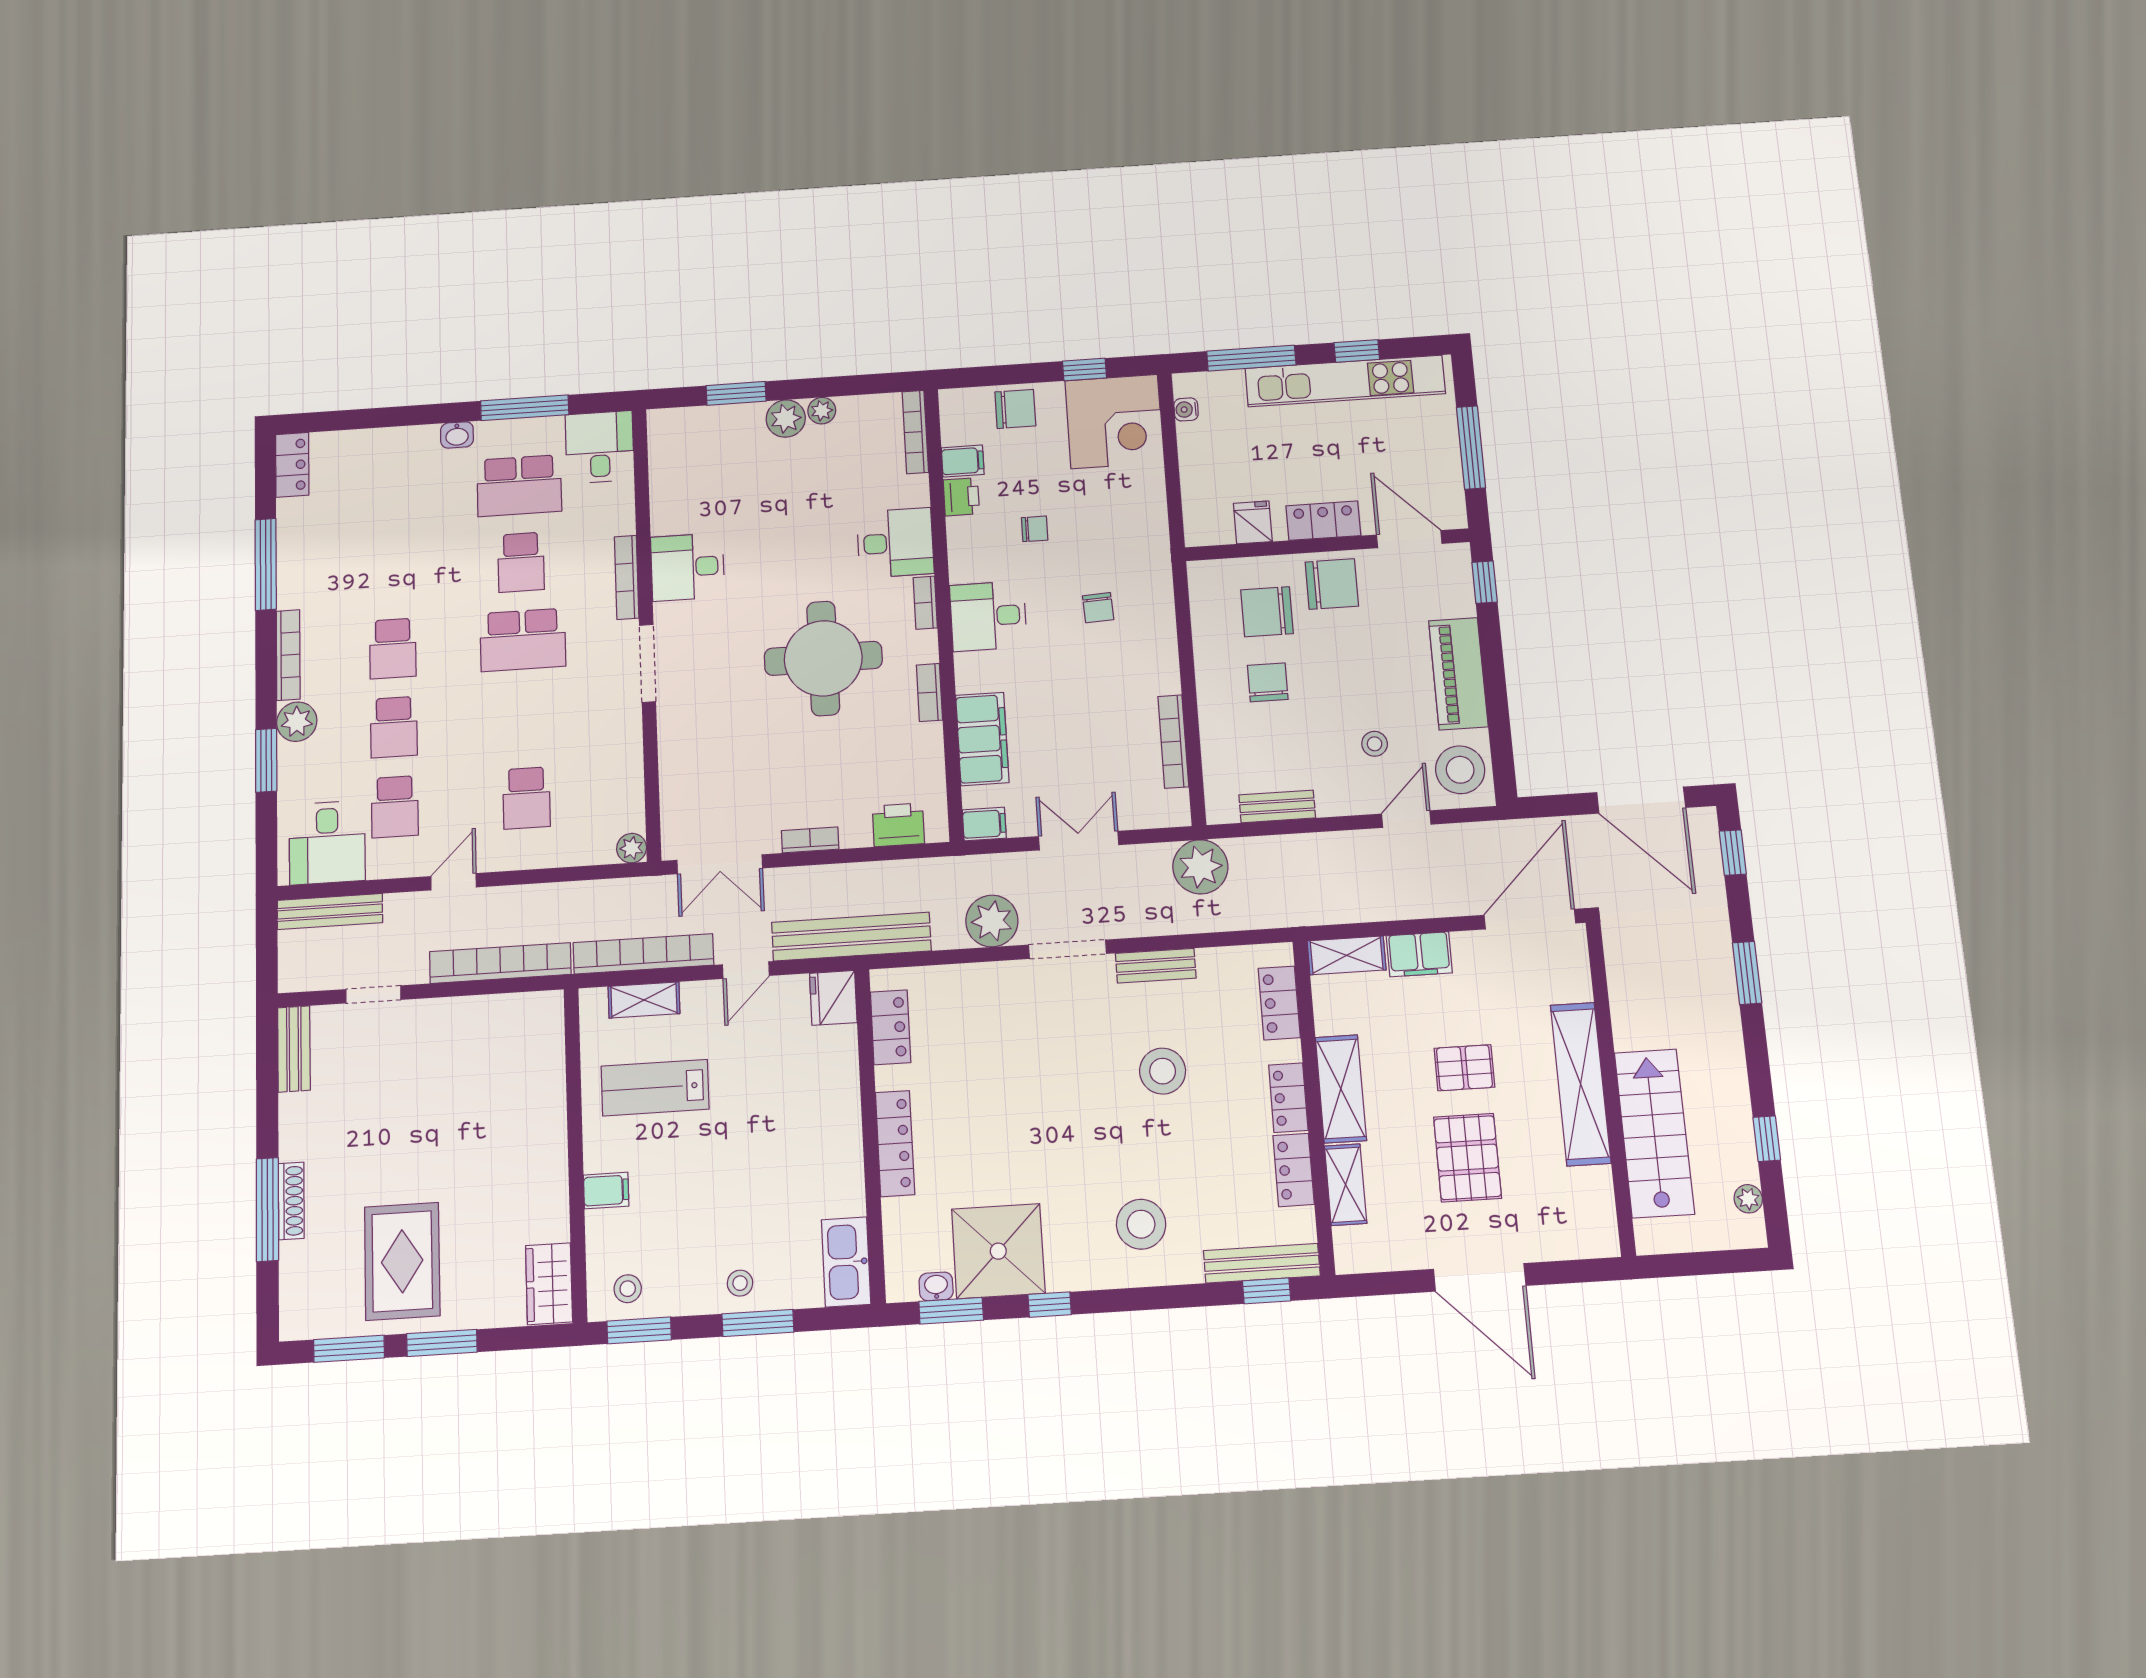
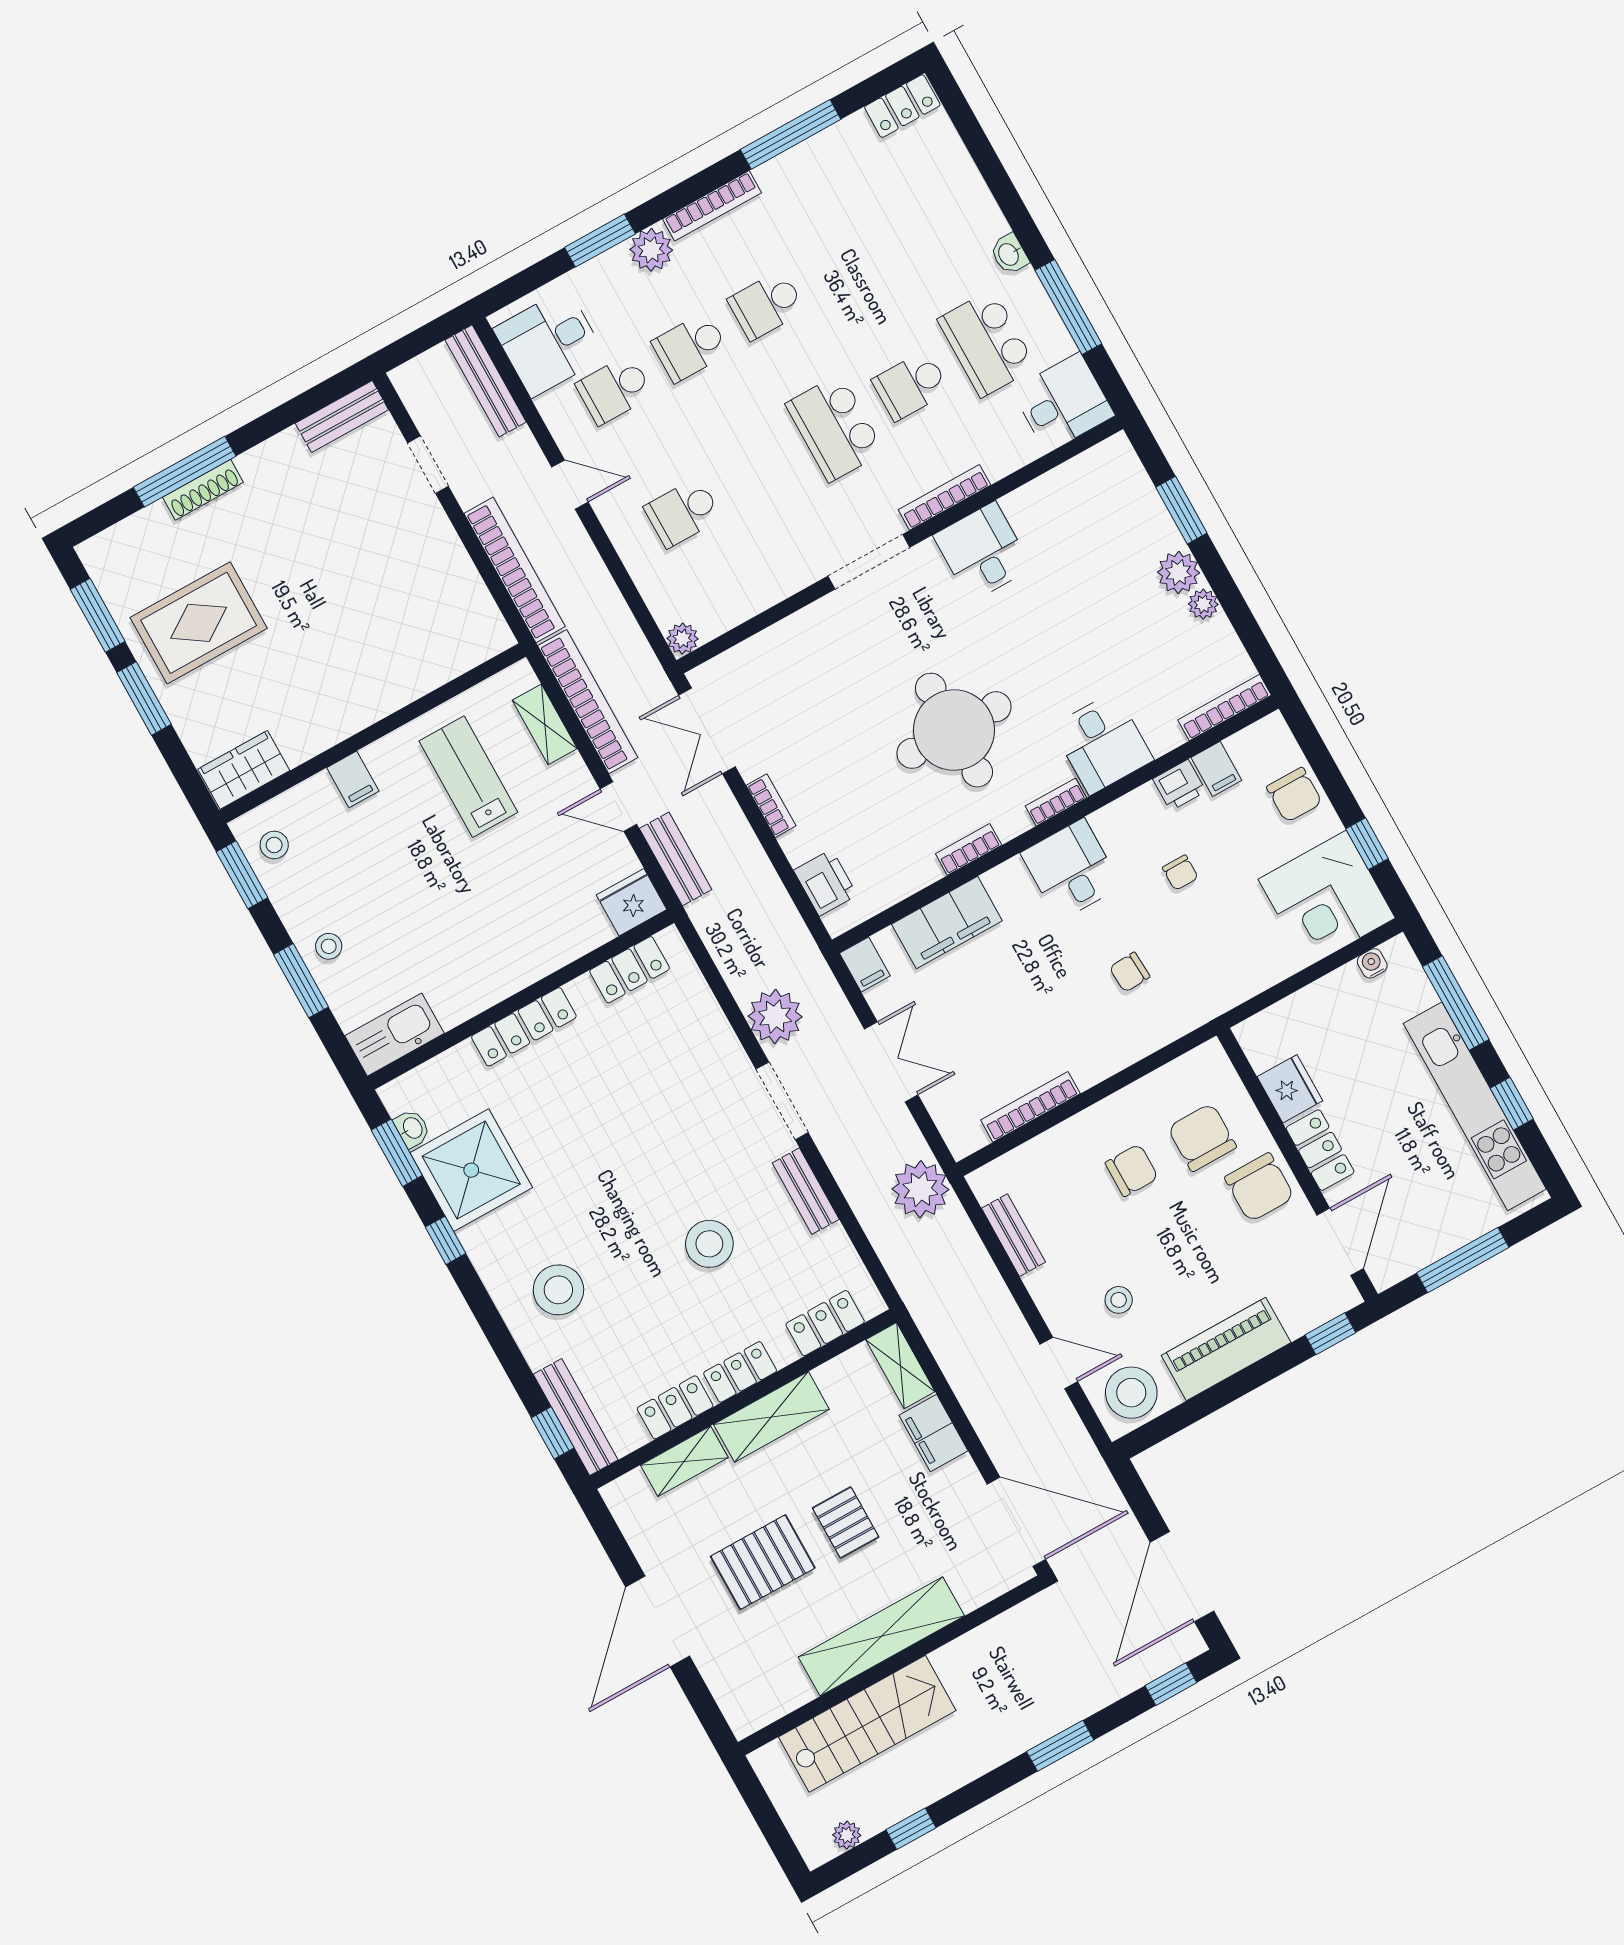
fridge: (1253, 522) -> (1290, 1089), width x1.38
bench: (851, 937) -> (676, 859), width x0.54, depth x0.82

